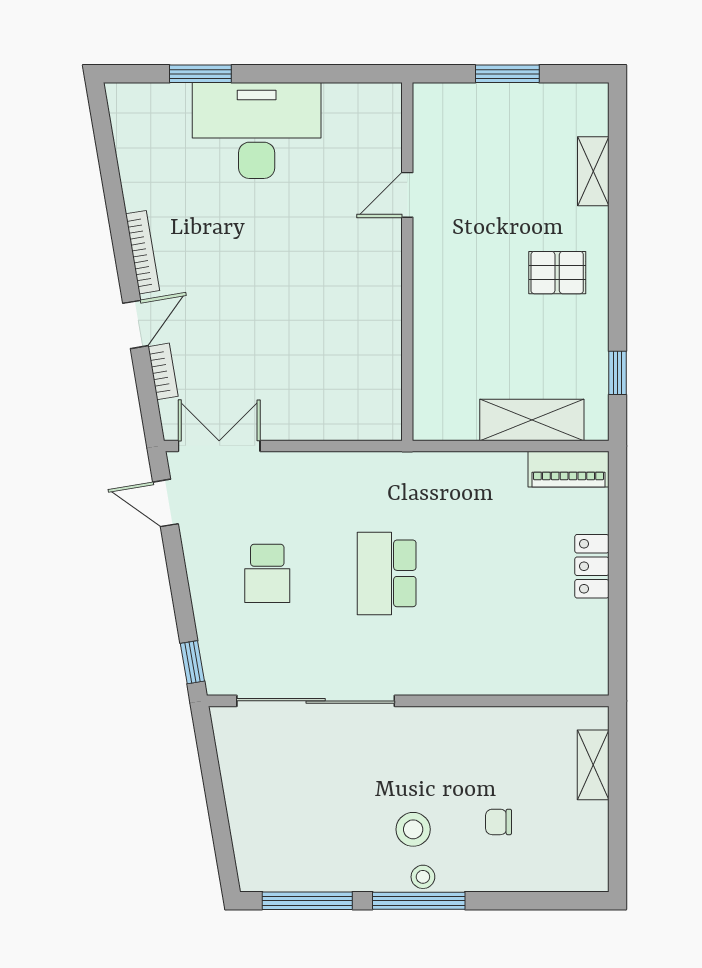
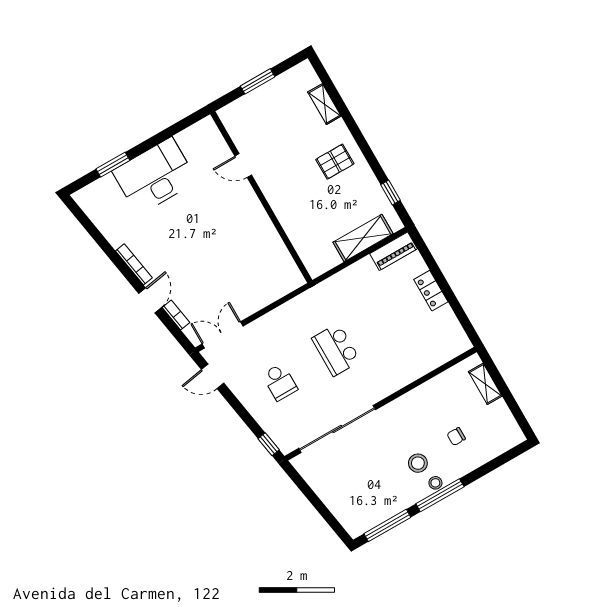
door: (407, 195) -> (243, 166), hinge flipped

